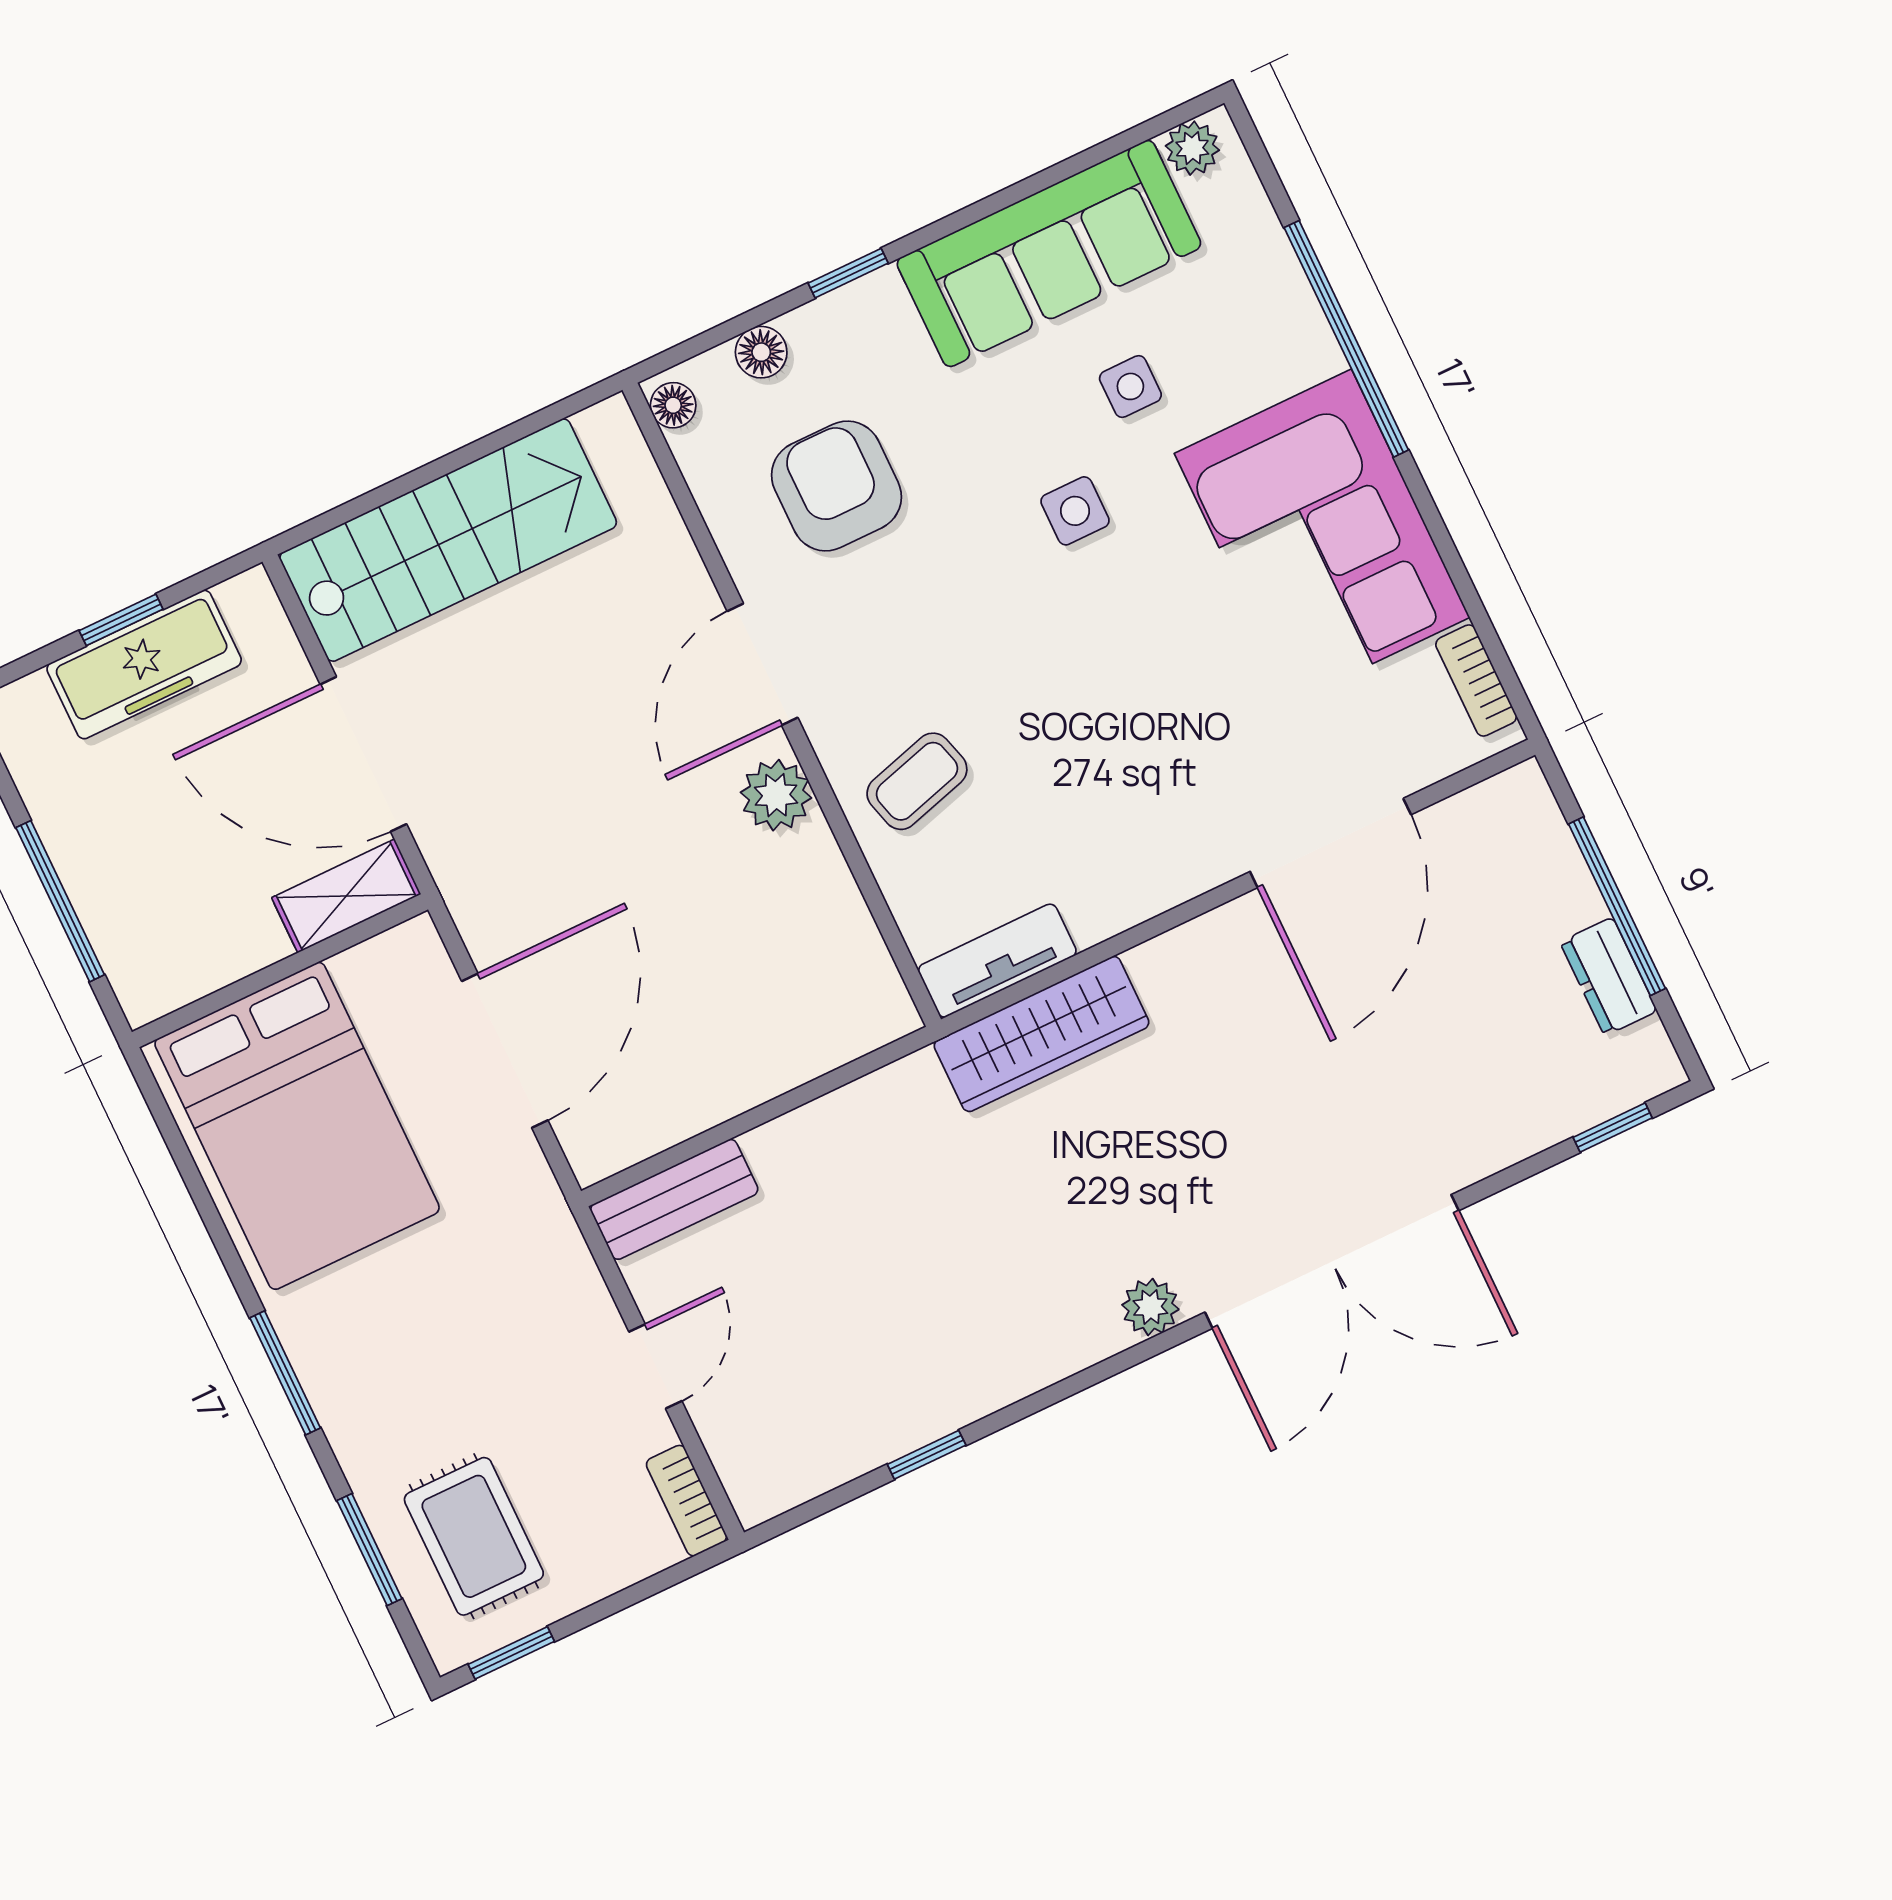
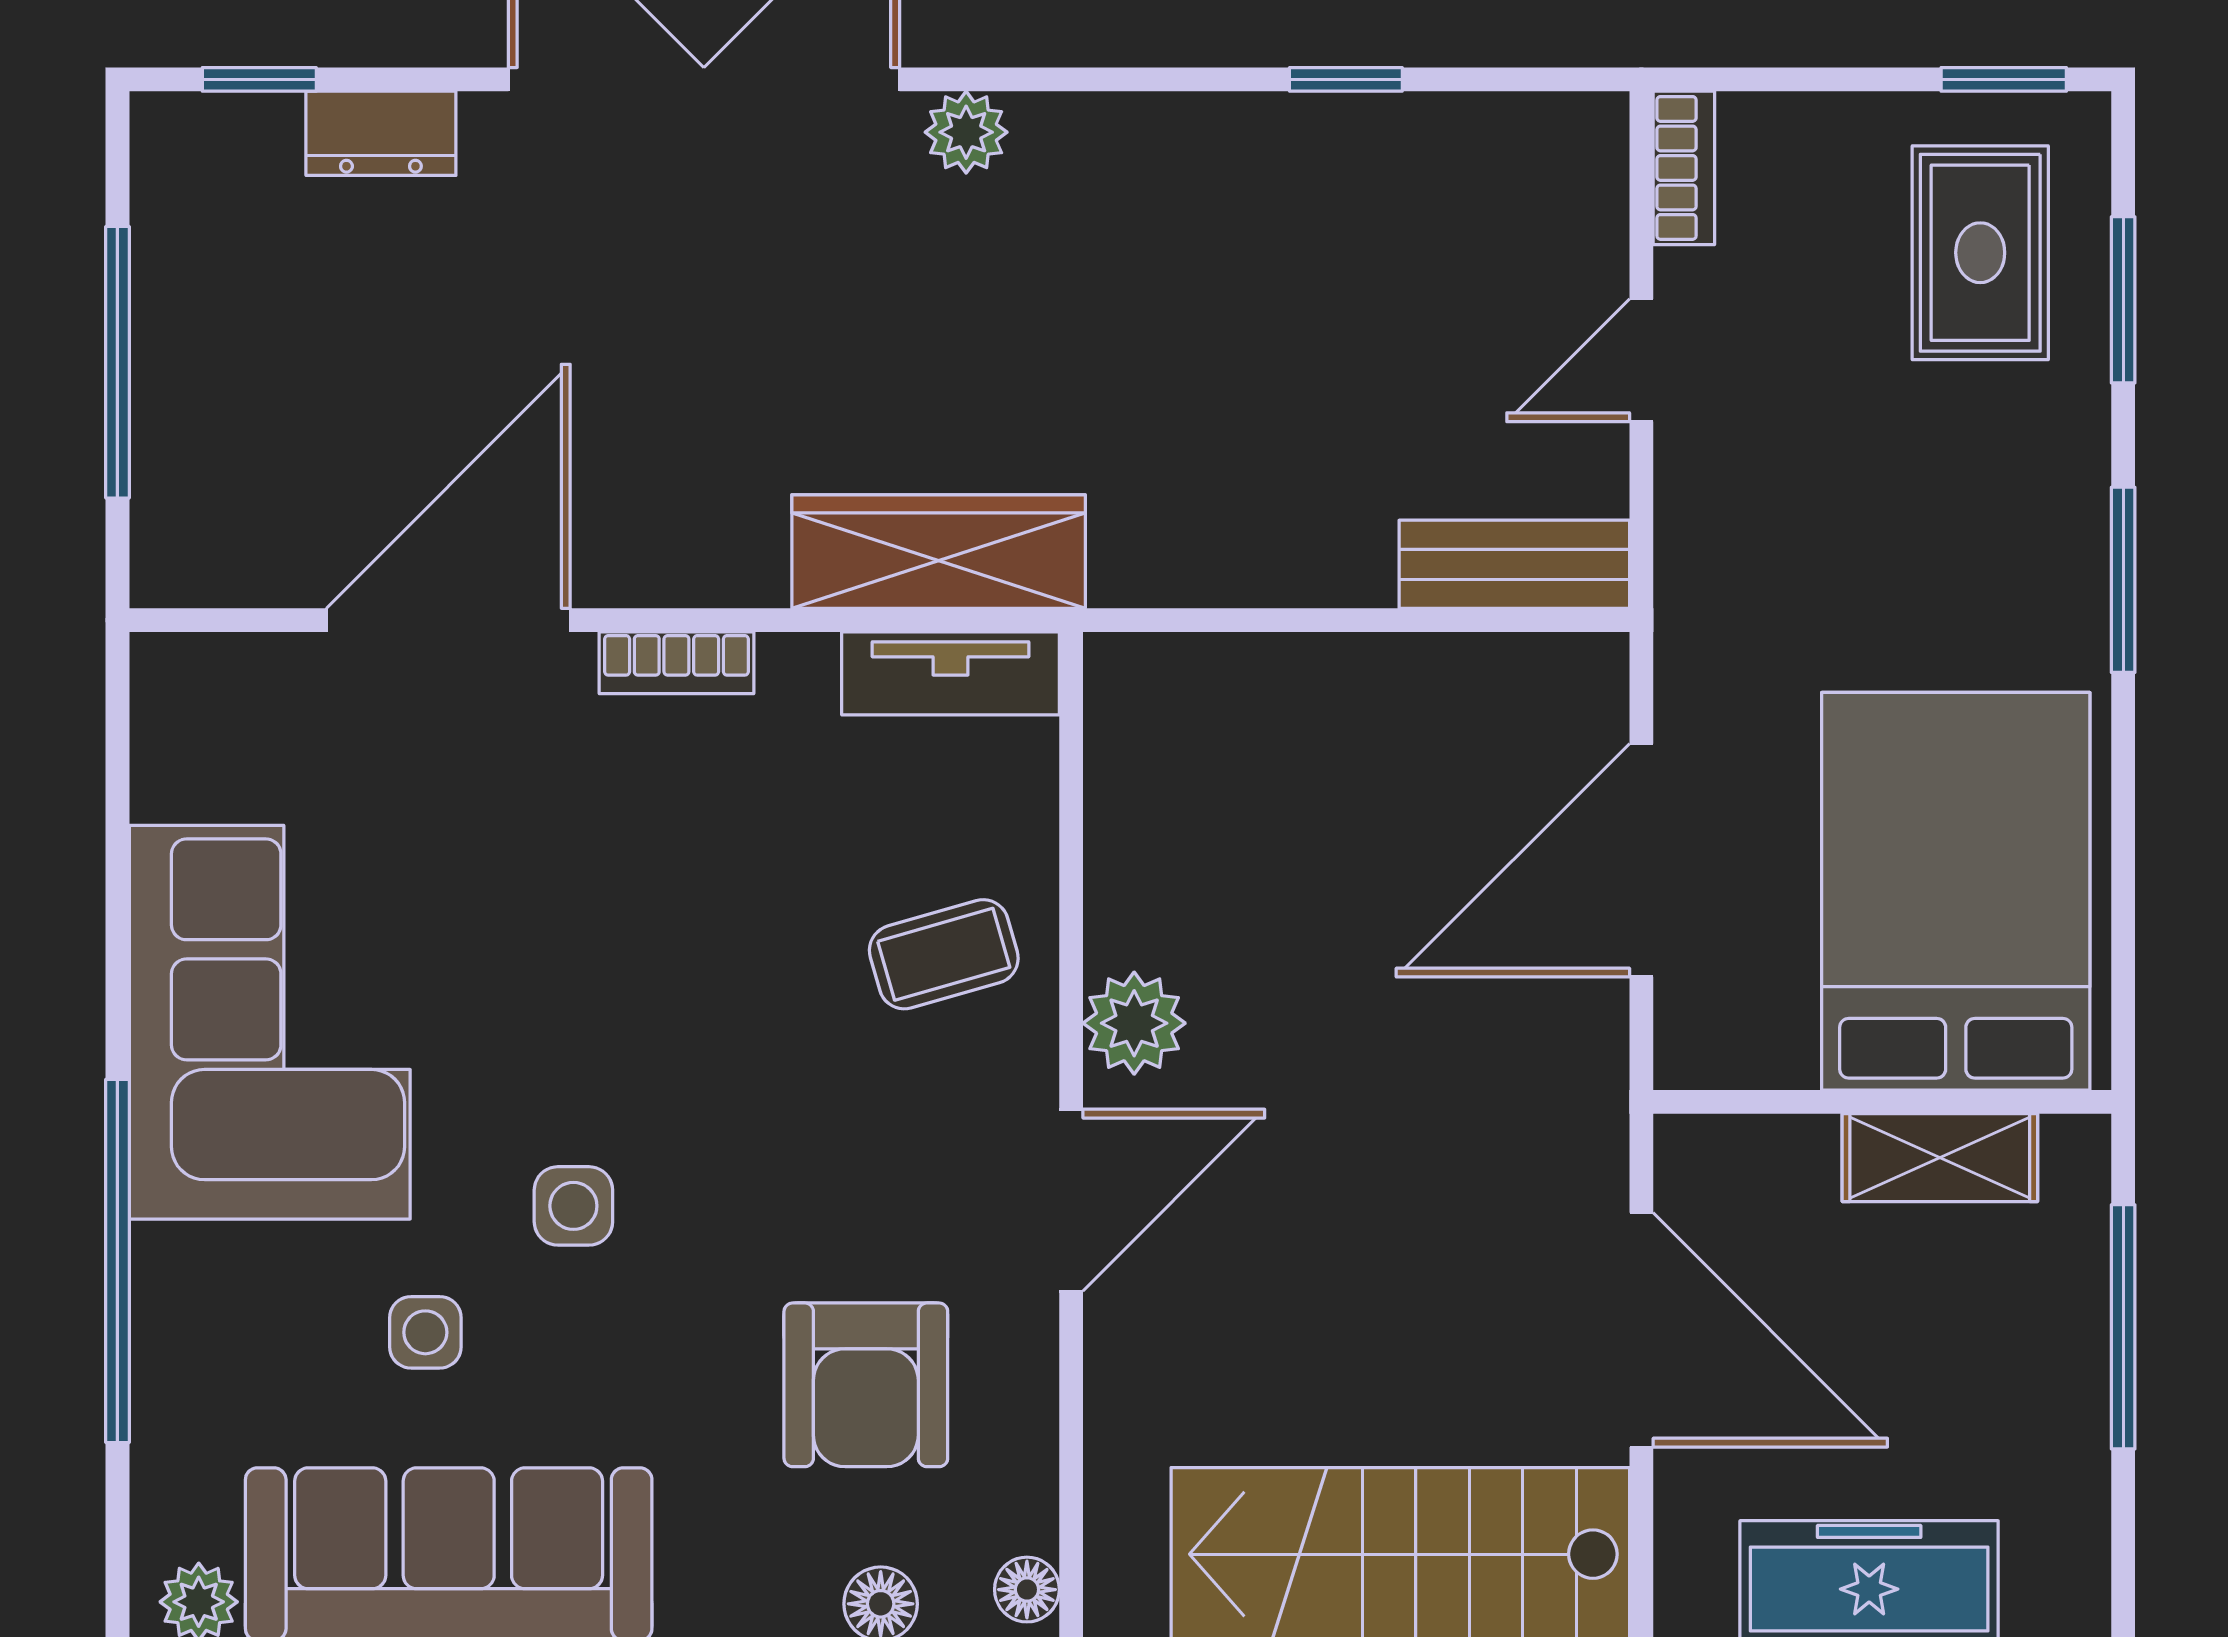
bookcase: (1476, 680) -> (676, 663), moved, turned 90
shelving: (346, 896) -> (1940, 1158), moved
dresser: (1609, 977) -> (381, 133), moved, turned 90

